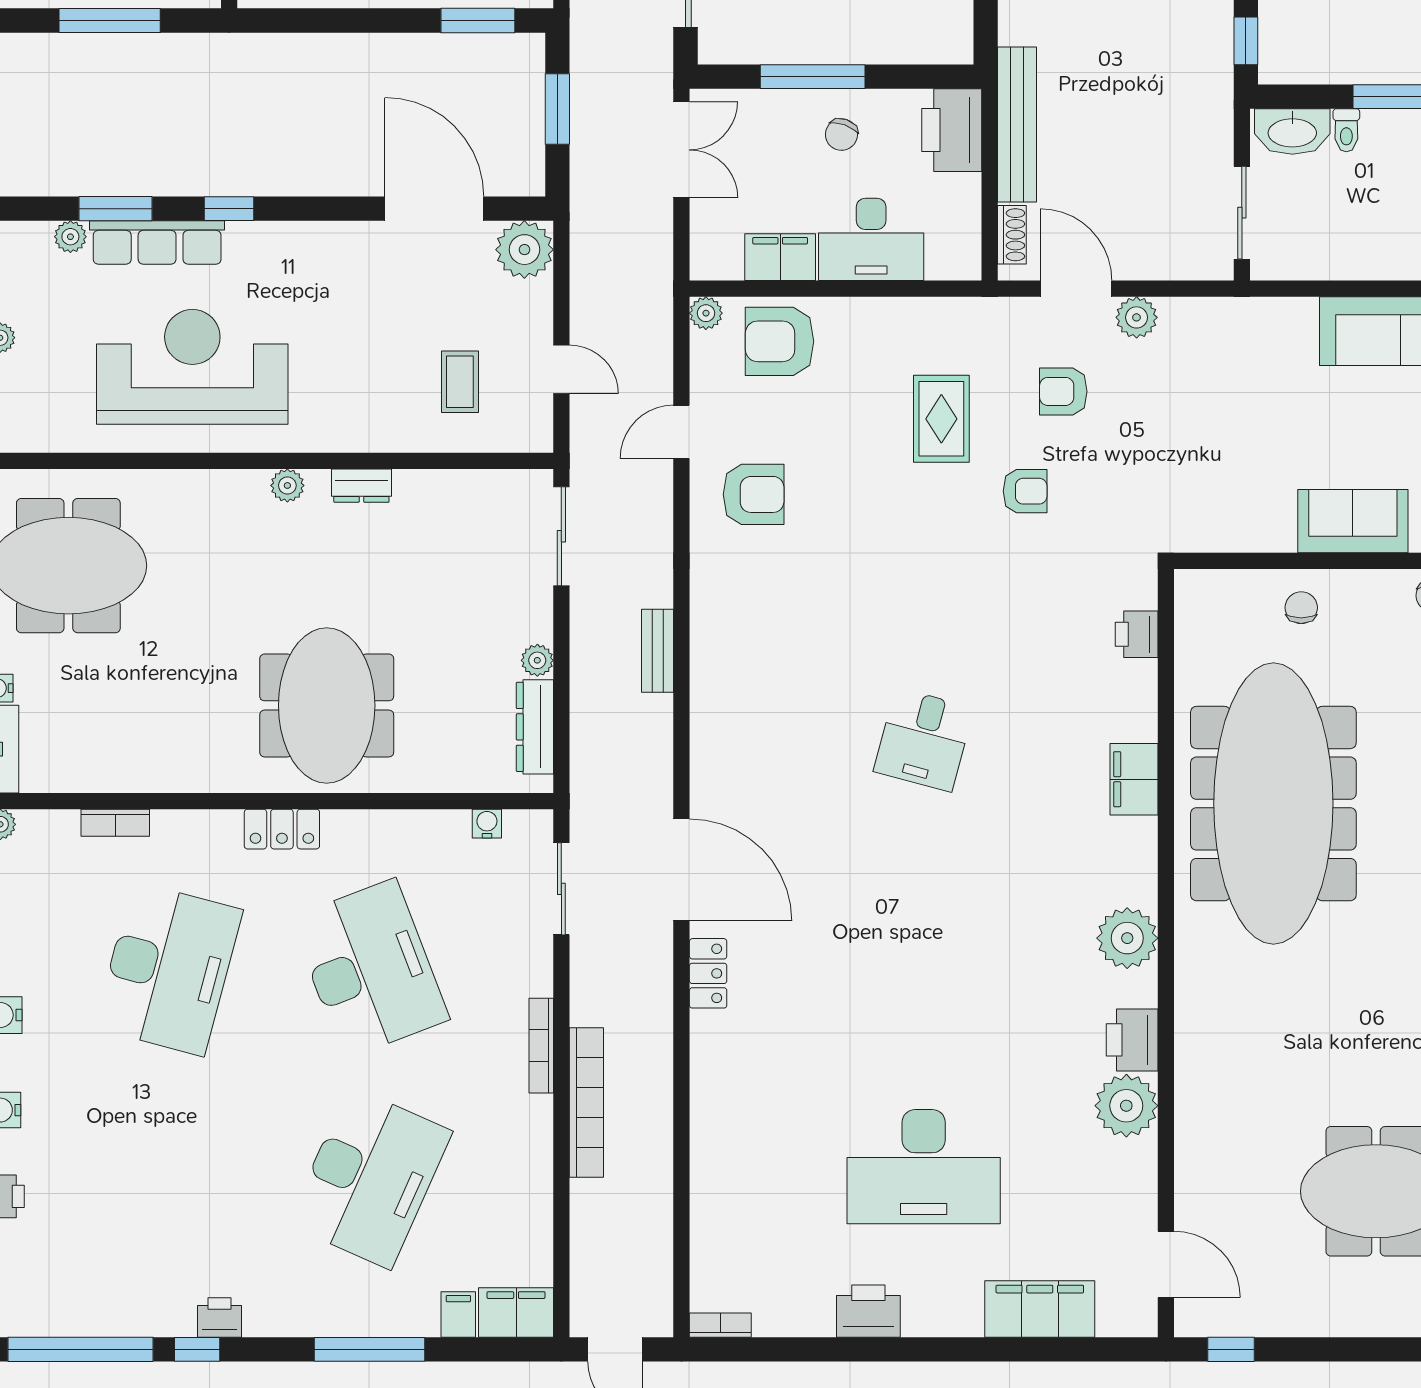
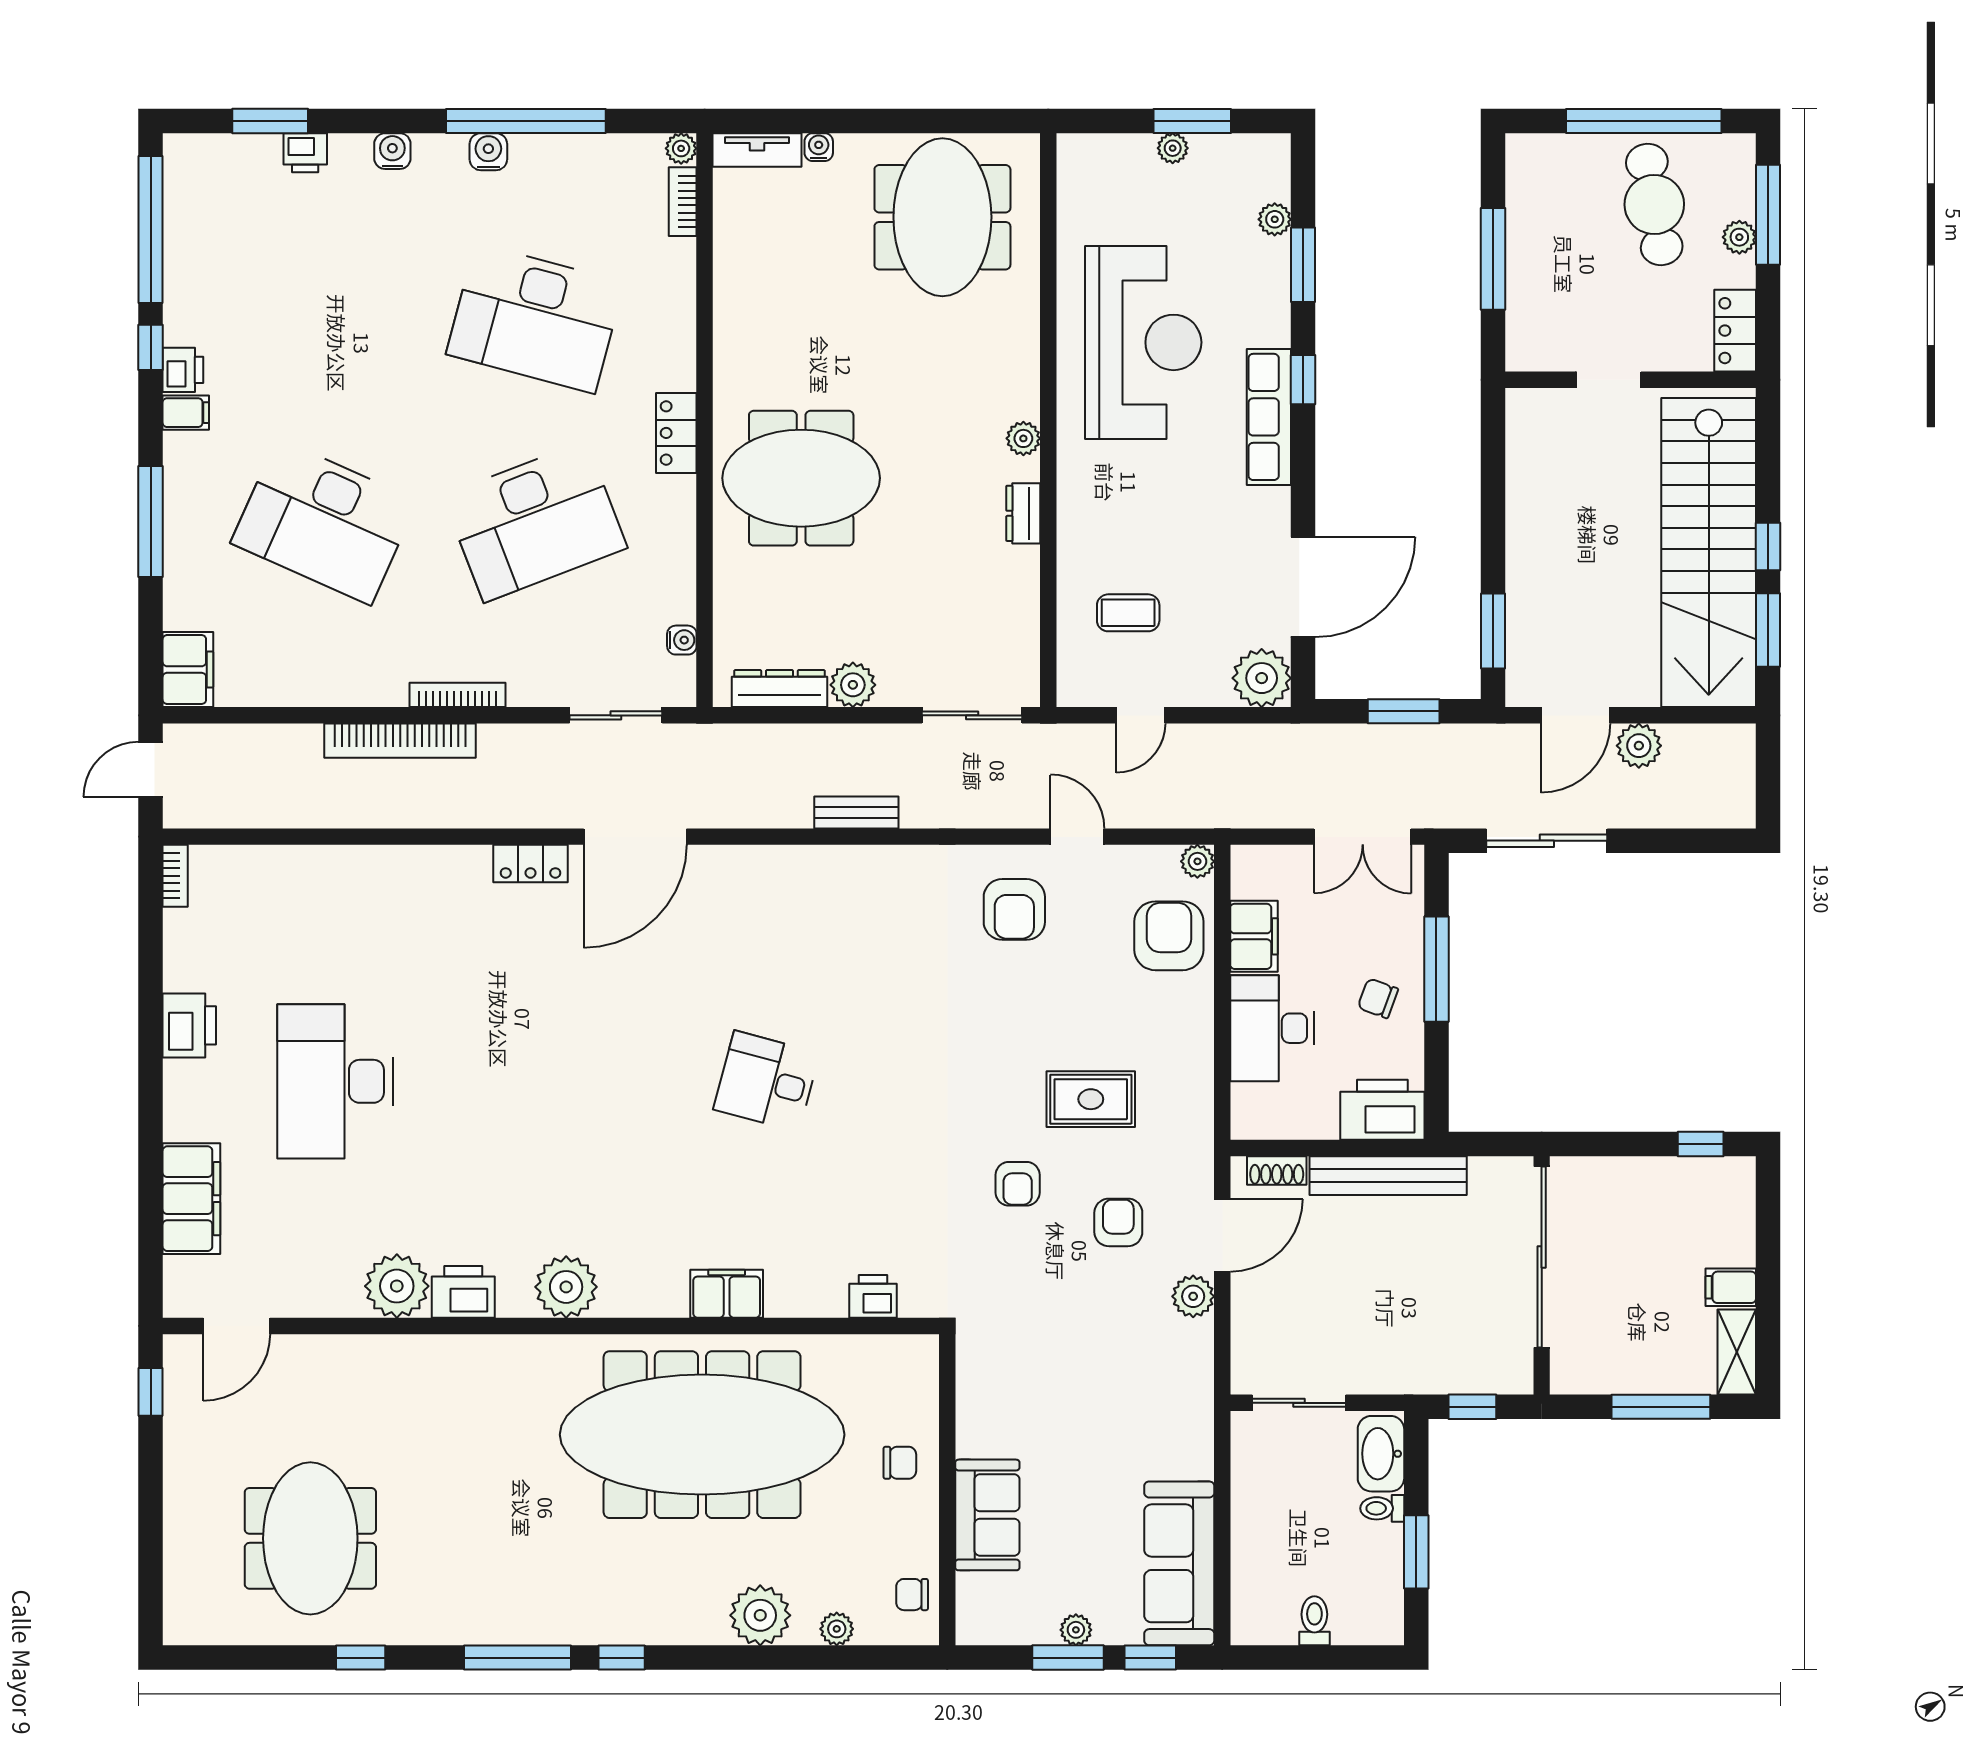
row of seats: (157, 242) -> (1269, 417), moved
plant: (537, 660) -> (853, 685), width x1.38, depth x1.38
bookcase: (115, 823) -> (683, 202), moved
filing cabinet: (458, 1315) -> (186, 413), moved

